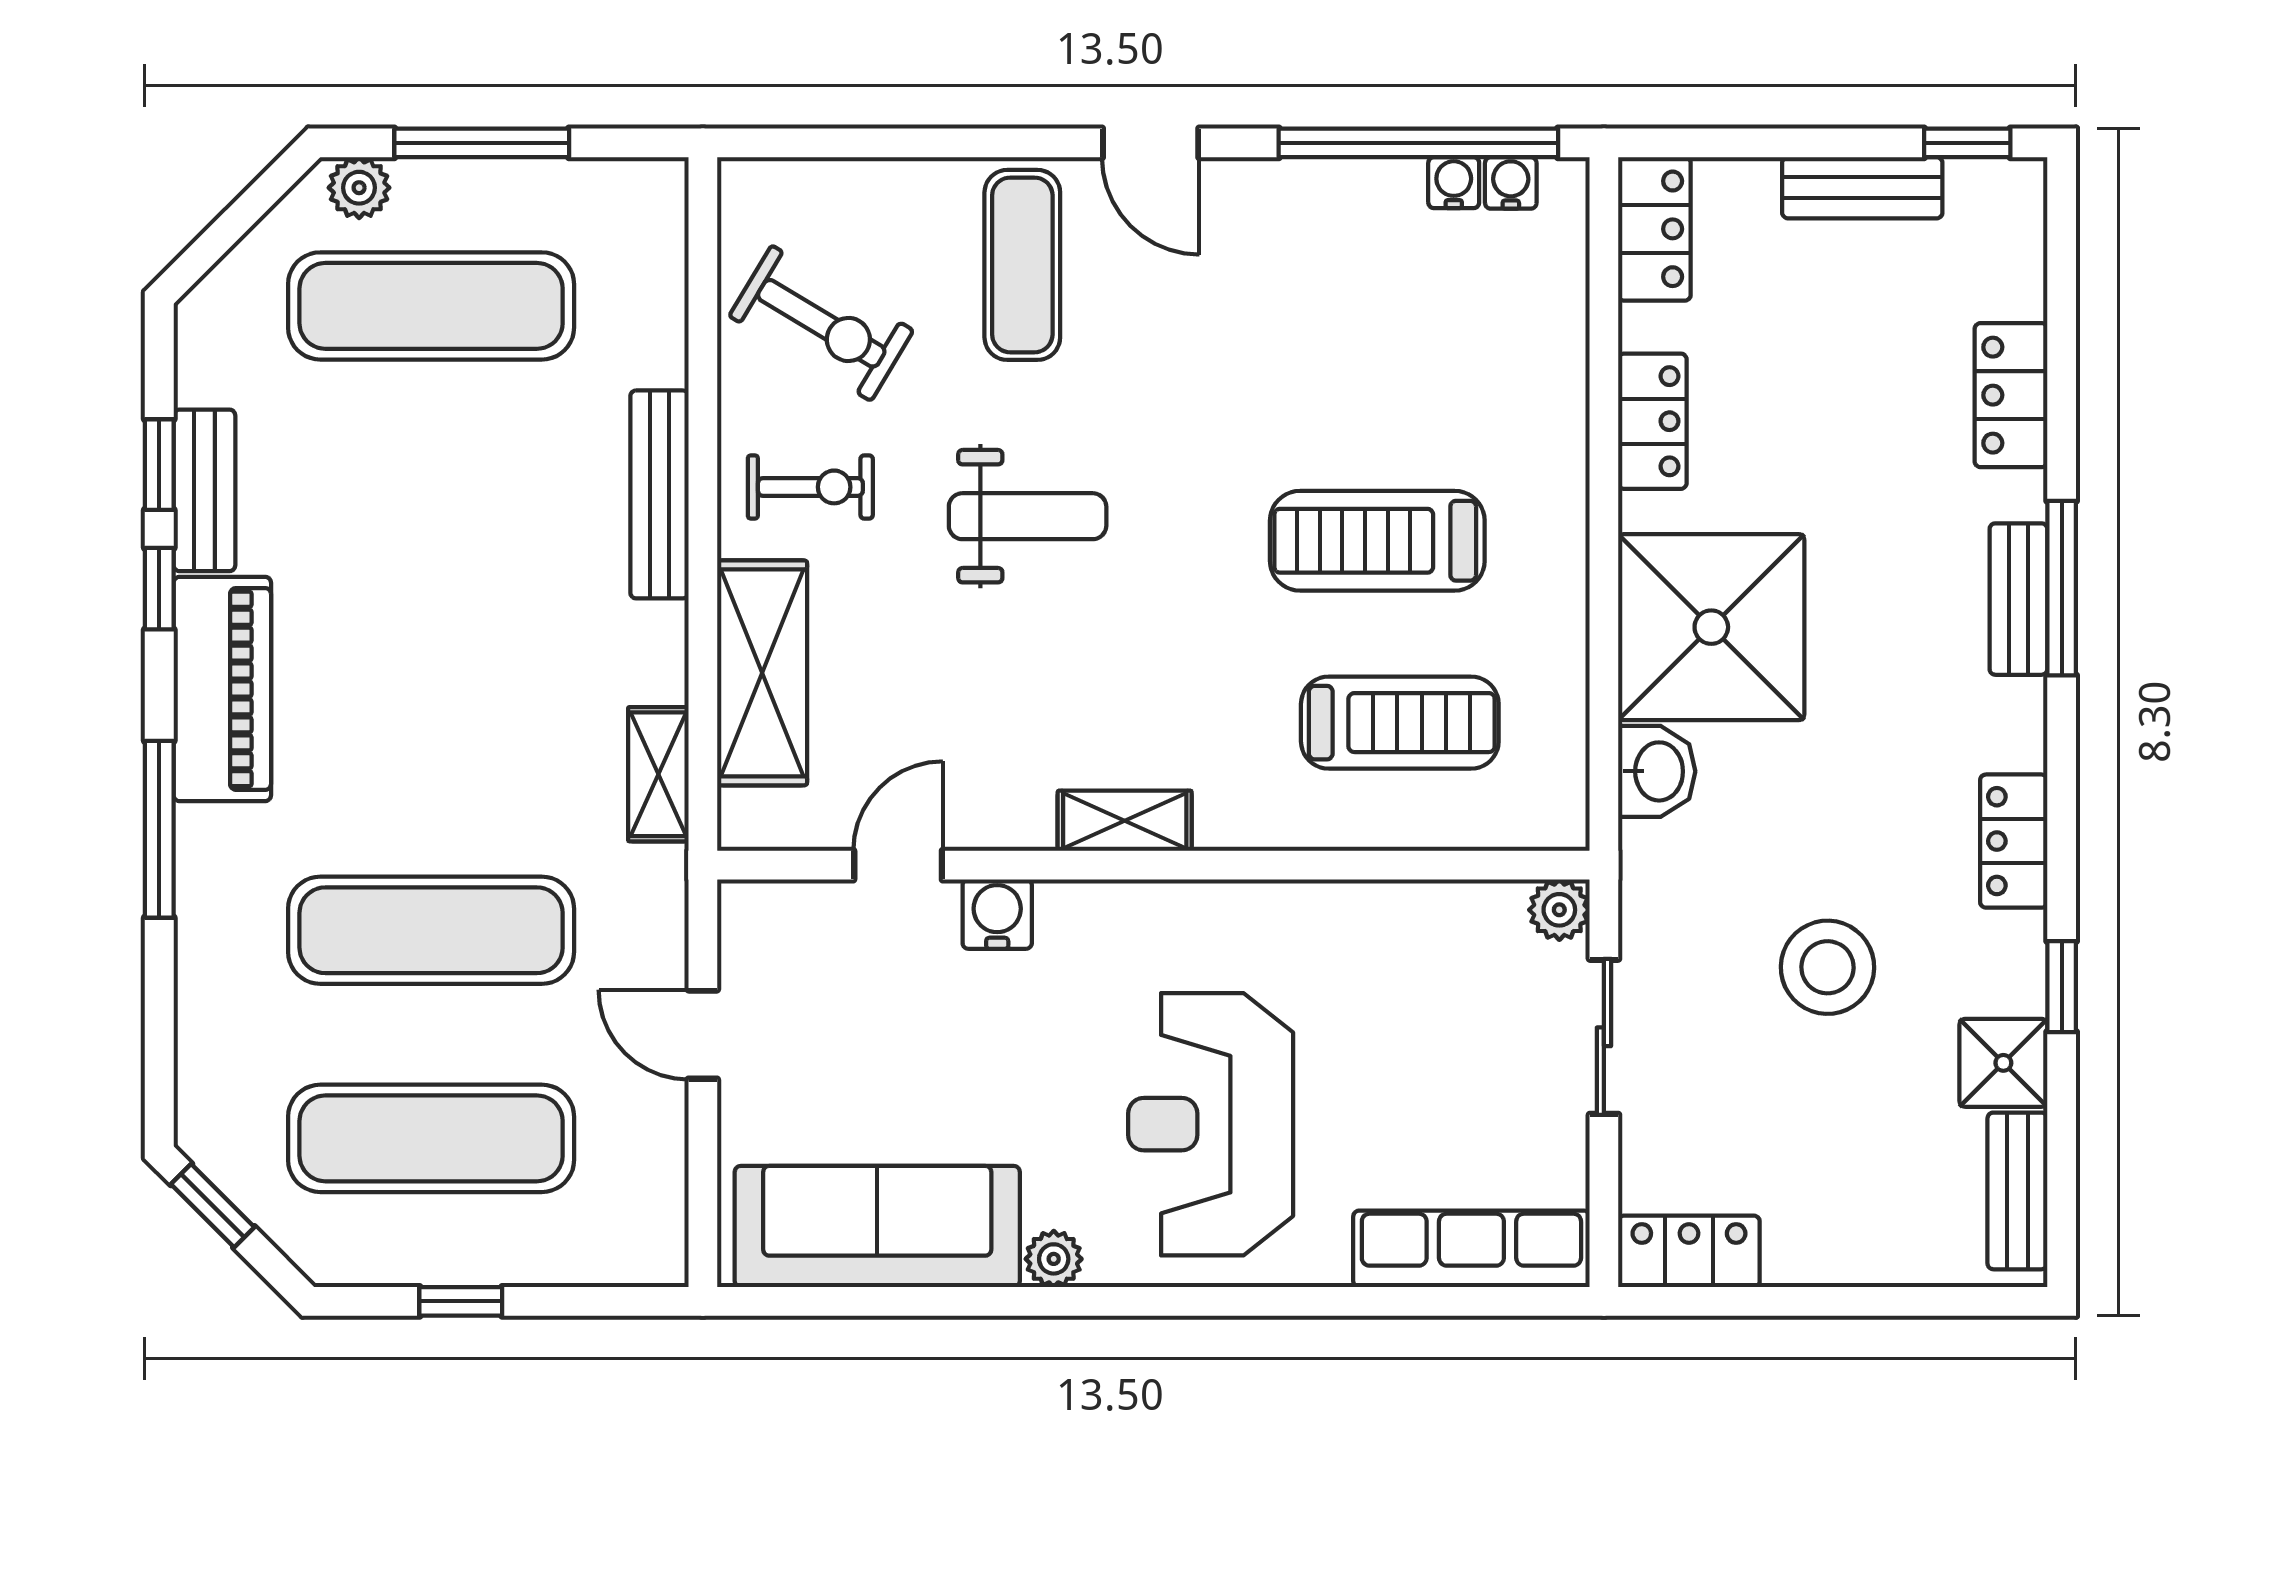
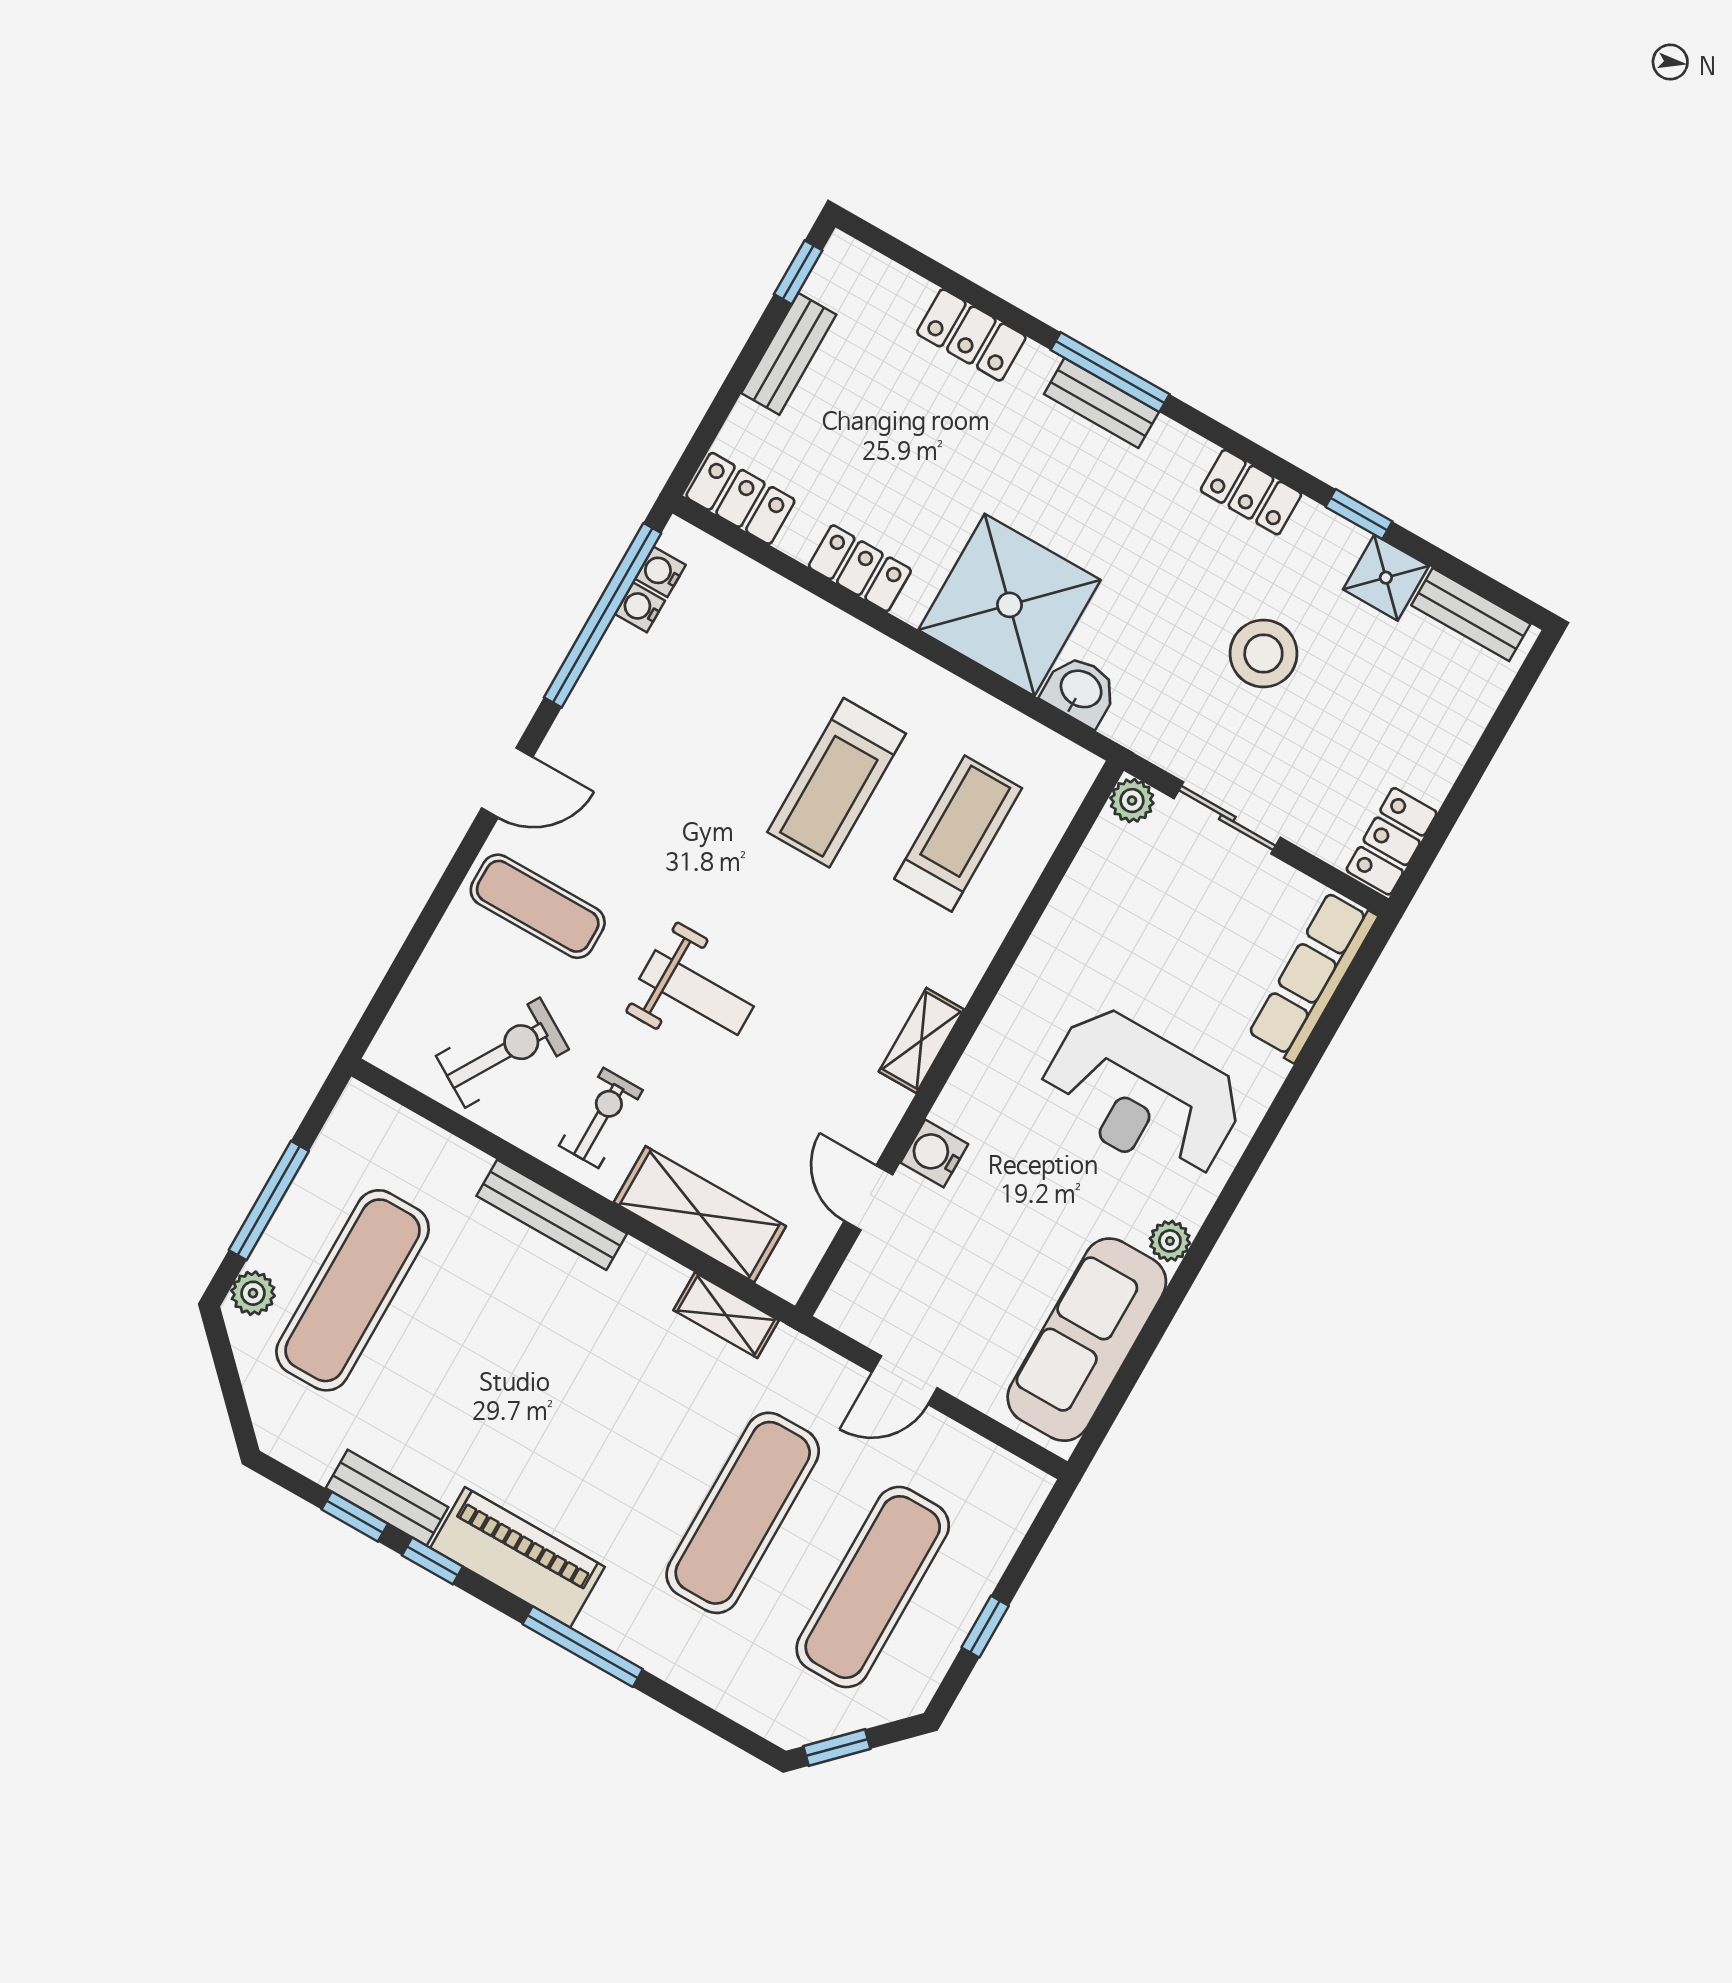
weight bench: (1028, 516) -> (697, 993), turned 90

